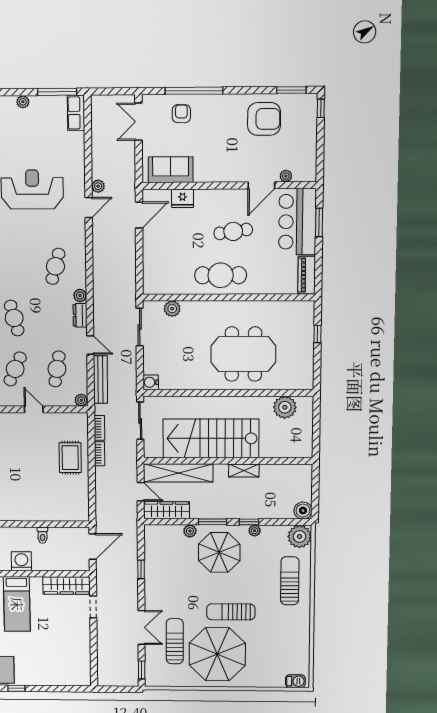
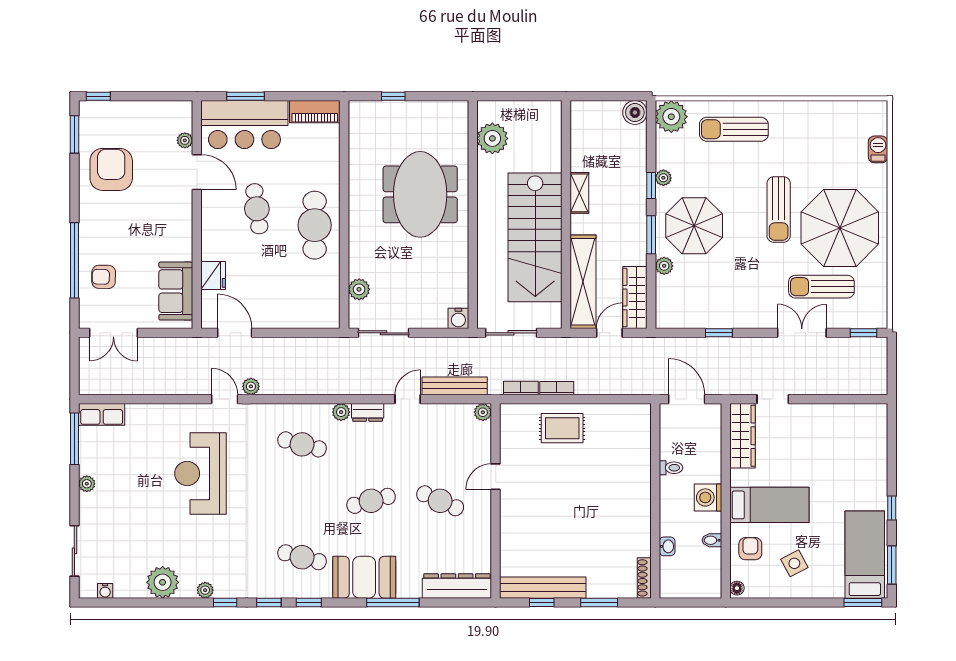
plant: (98, 186) -> (251, 386), moved
cafe table: (57, 369) -> (440, 444), removed
barbecue: (295, 681) -> (878, 149), moved

